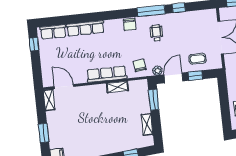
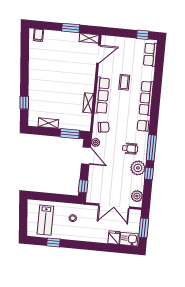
plant: (205, 16) -> (137, 196), added
plant: (175, 21) -> (138, 168), added
row of seats: (85, 28) -> (146, 98), moved
coffee table: (198, 59) -> (124, 82), moved
window: (195, 76) -> (83, 186), moved
window: (44, 133) -> (71, 28), moved

